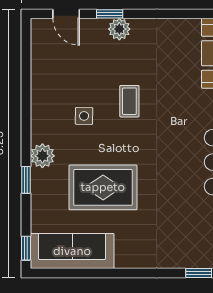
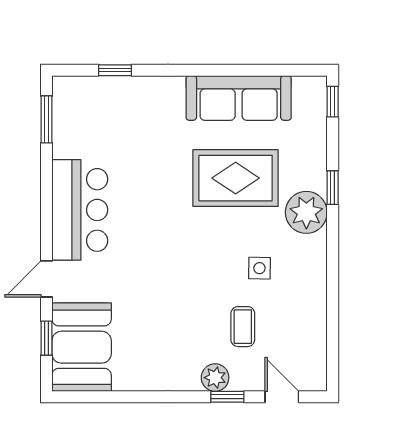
coffee table: (129, 101) -> (243, 327), moved
plant: (42, 156) -> (306, 212), width x1.36, depth x1.36
sofa: (72, 251) -> (239, 98), moved

